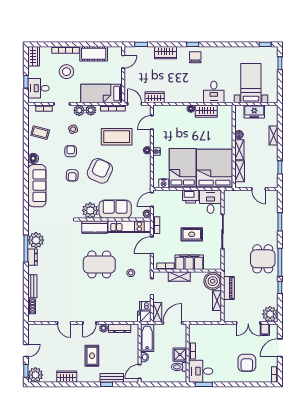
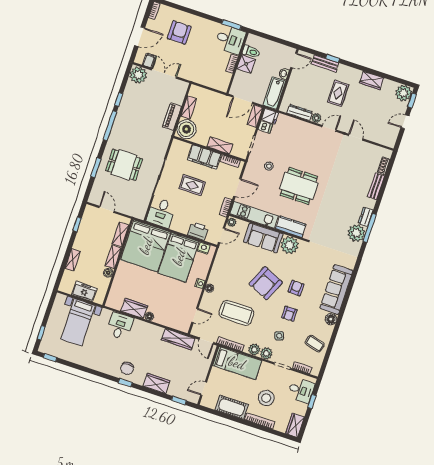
wardrobe: (155, 97) -> (178, 339), width x1.50
printer: (191, 197) -> (198, 231), moved
dining table: (263, 259) -> (124, 165), moved, turned 90

